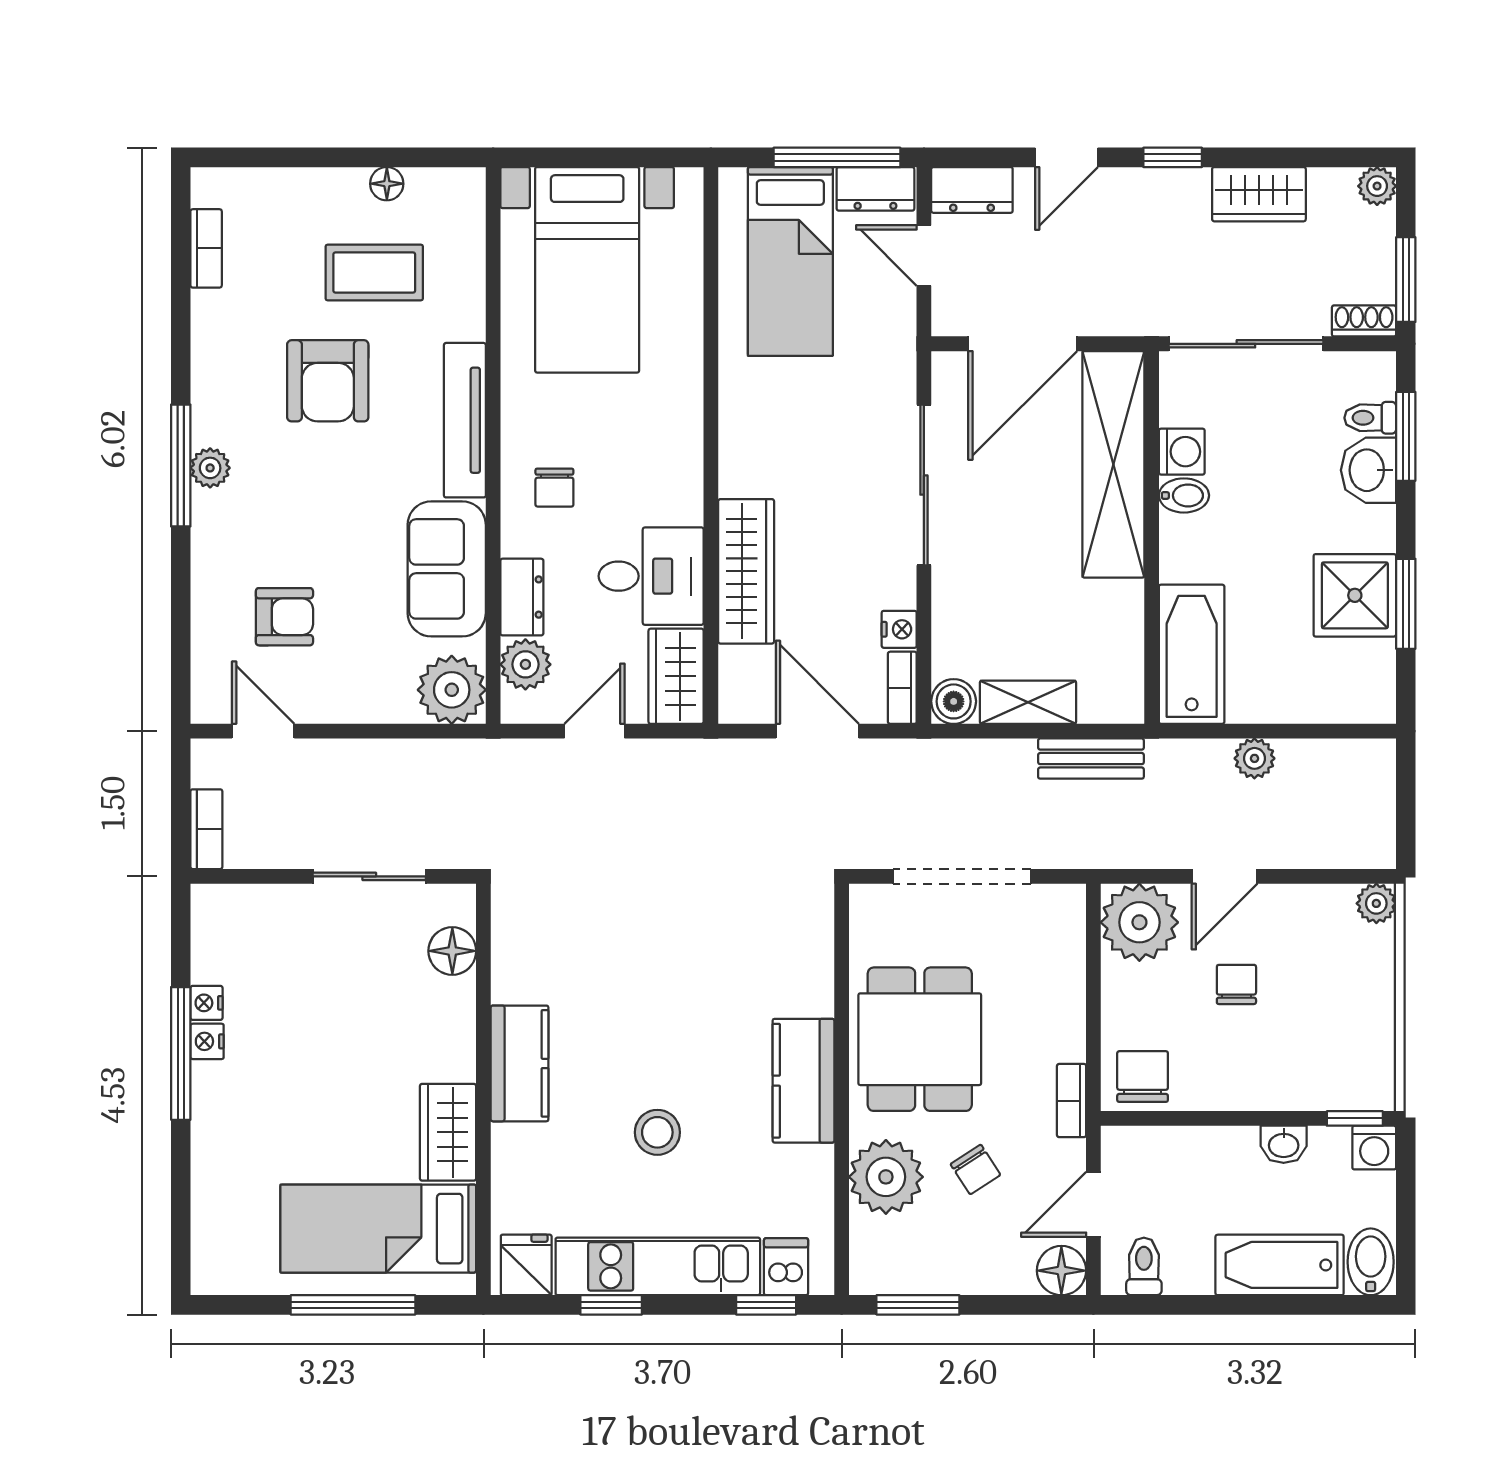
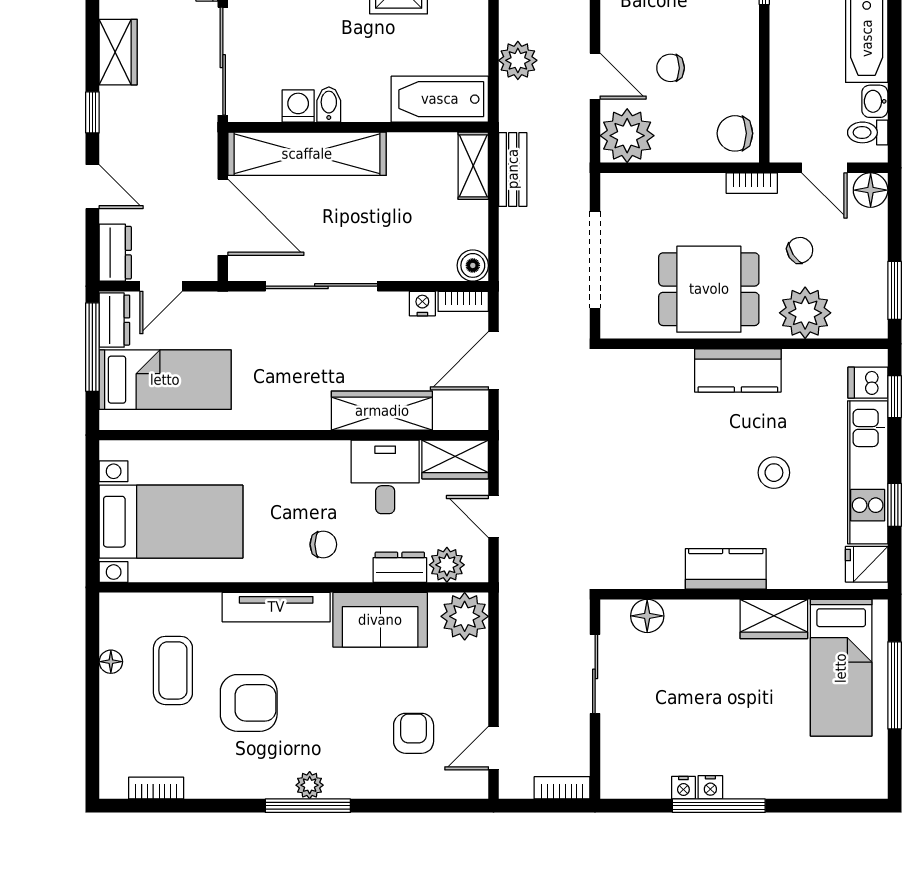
shelving: (1028, 702) -> (473, 166), moved
plant: (1254, 758) -> (518, 60), width x1.38, depth x1.38
washbasin: (1284, 1144) -> (875, 101), moved, turned 180

